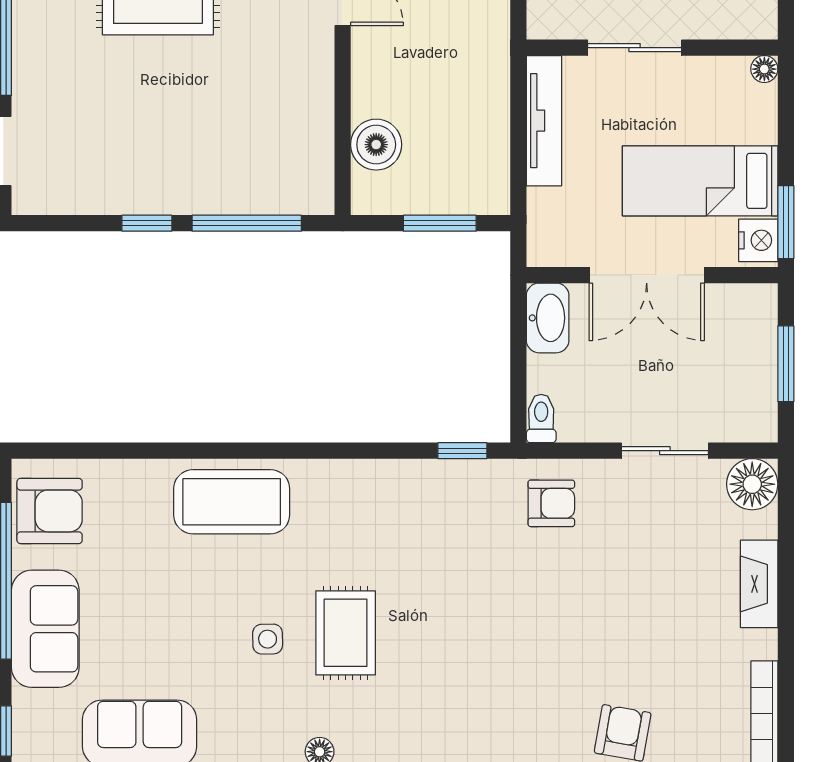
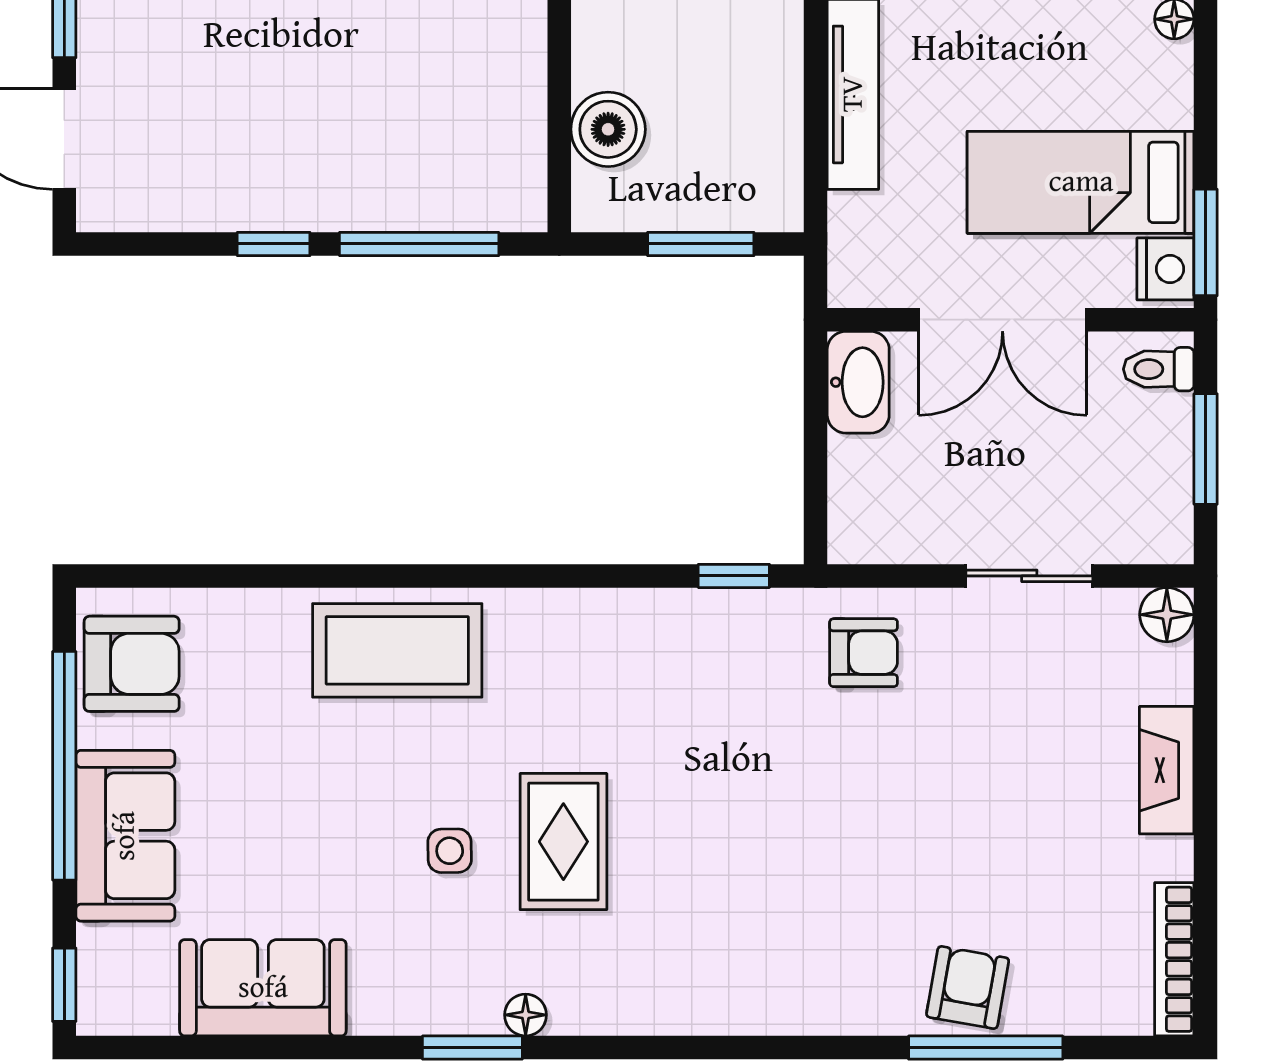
toilet: (541, 418) -> (1159, 369), moved, turned -90
floor lamp: (752, 484) -> (1167, 615), width x0.73, depth x0.73

